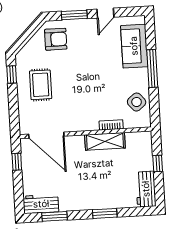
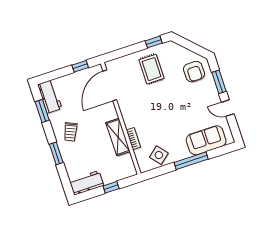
rug: (41, 85) -> (152, 69), turned 90
trolley: (85, 192) -> (71, 132), added

